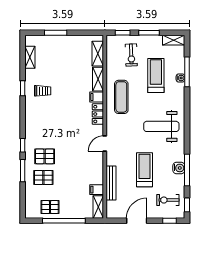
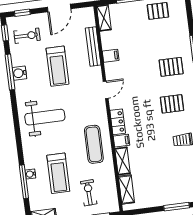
pallet: (43, 178) -> (172, 104), moved
filing cabinet: (97, 190) -> (111, 56), moved

